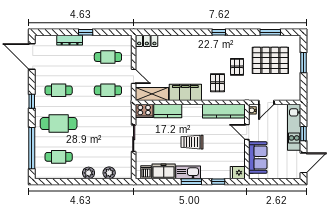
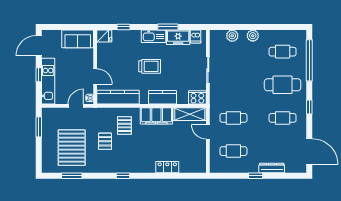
locker: (147, 41) -> (167, 167), moved
pallet: (270, 60) -> (72, 148), turned 90
window: (303, 63) -> (39, 127), moved
kitchen counter: (168, 111) -> (162, 97), moved
sofa: (258, 158) -> (78, 39), moved, turned -90
window: (191, 182) -> (168, 27), moved

